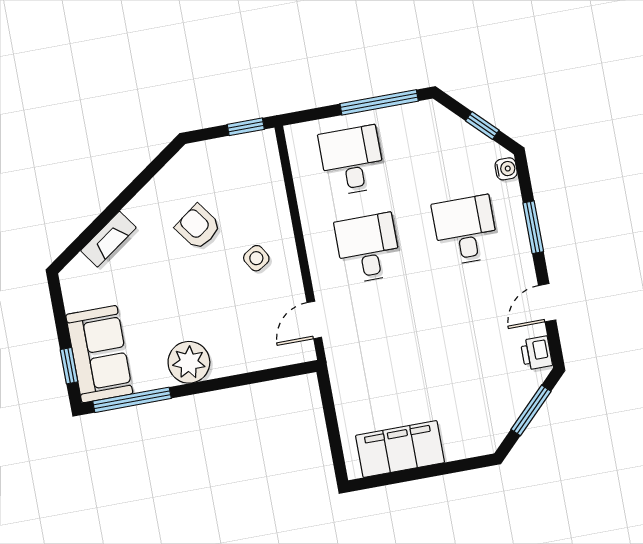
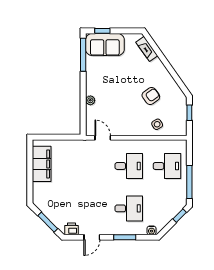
window: (482, 125) -> (180, 216), moved
window: (246, 127) -> (189, 113), moved
fireplace: (108, 239) -> (147, 49), moved
side table: (256, 258) -> (157, 124), moved
door: (547, 303) -> (92, 237), swing flipped
plant: (189, 362) -> (90, 100), moved, width x0.53, depth x0.53

